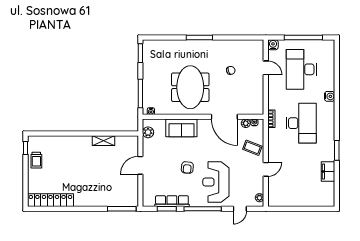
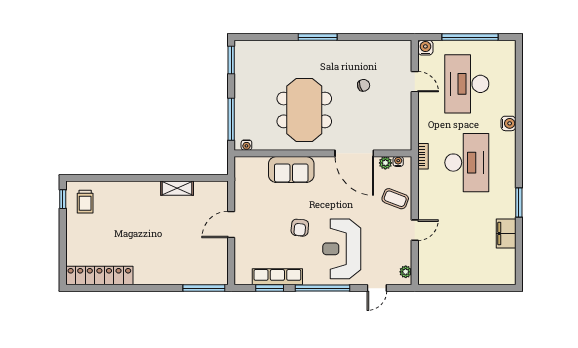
plant: (148, 132) -> (242, 176), removed
trolley: (36, 160) -> (85, 202), moved

